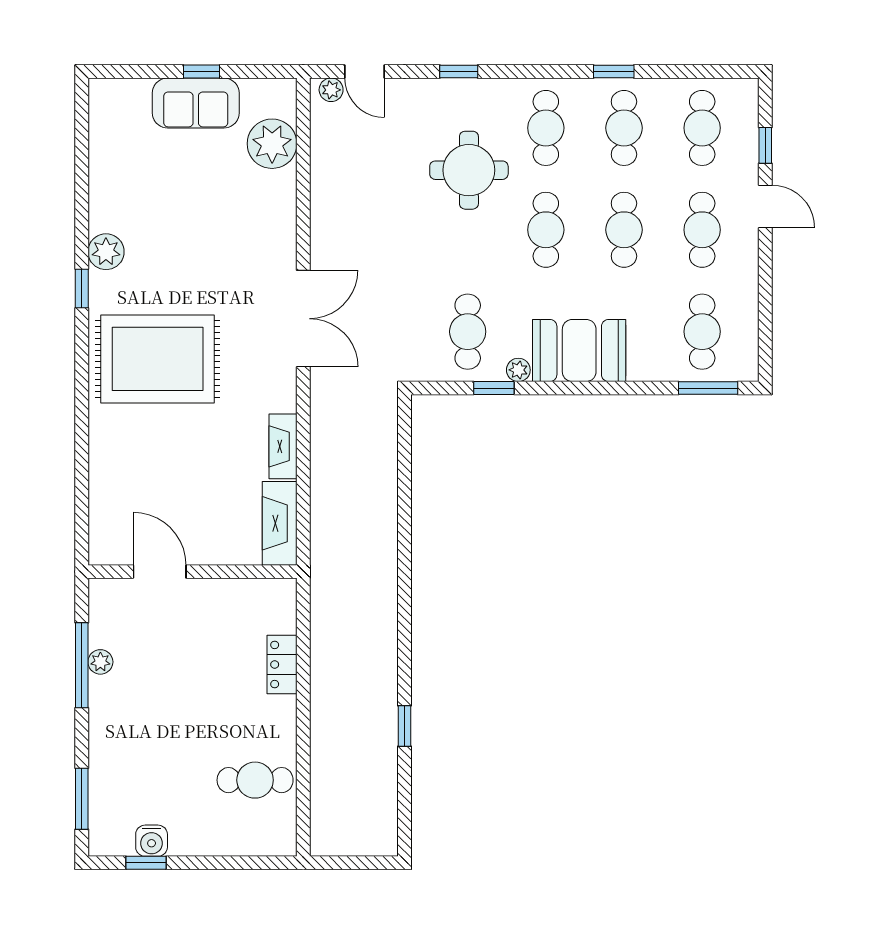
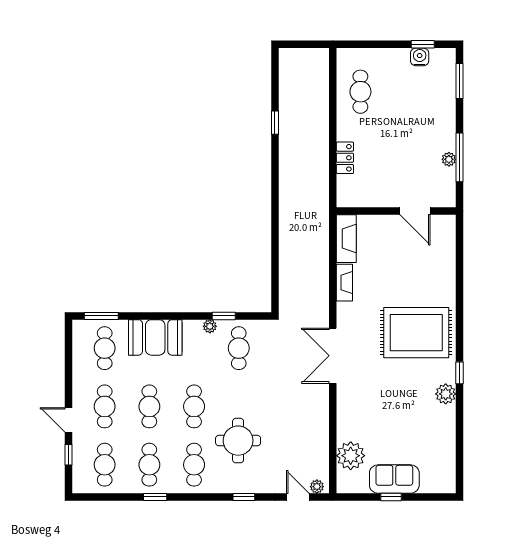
booth: (579, 351) -> (155, 337), moved
cafe table: (255, 780) -> (360, 92), turned 90

